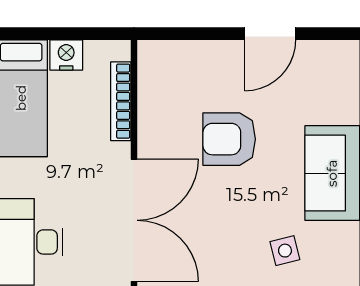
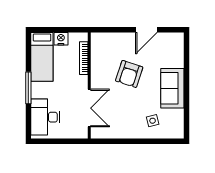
armchair: (229, 139) -> (129, 74), turned -72
double door: (134, 220) -> (89, 108), width x0.73

